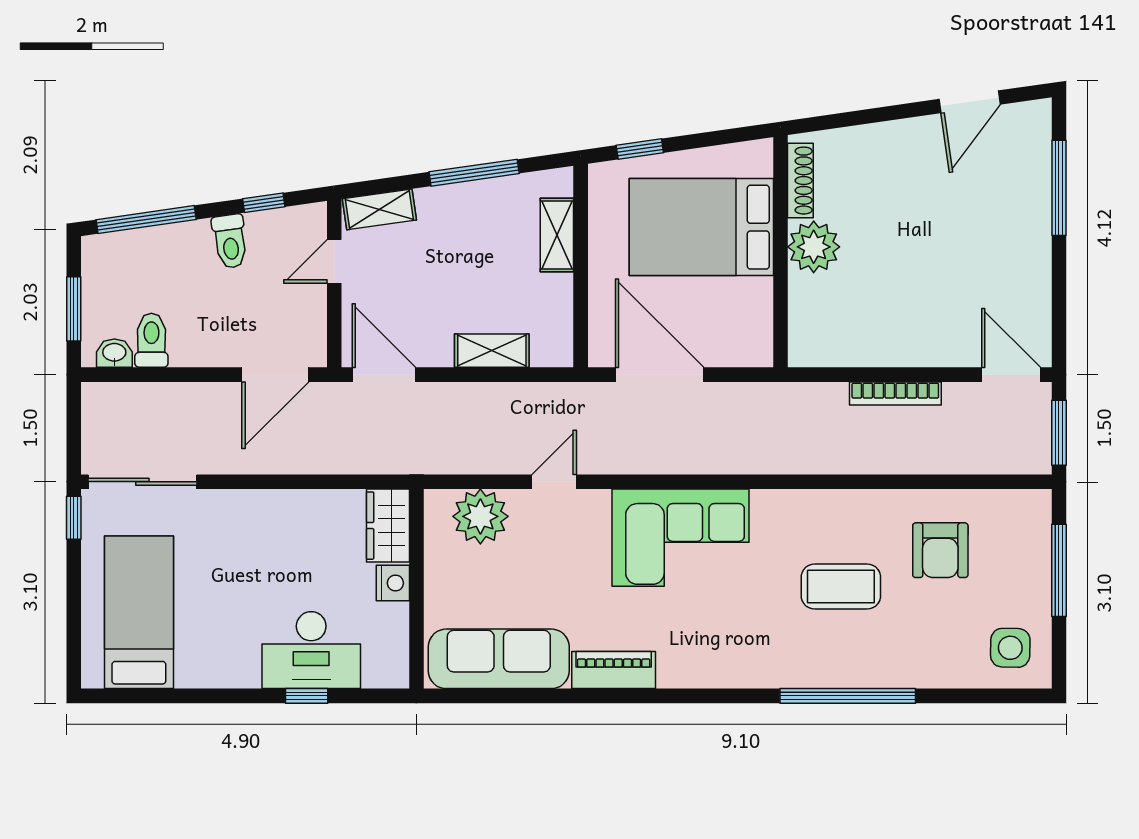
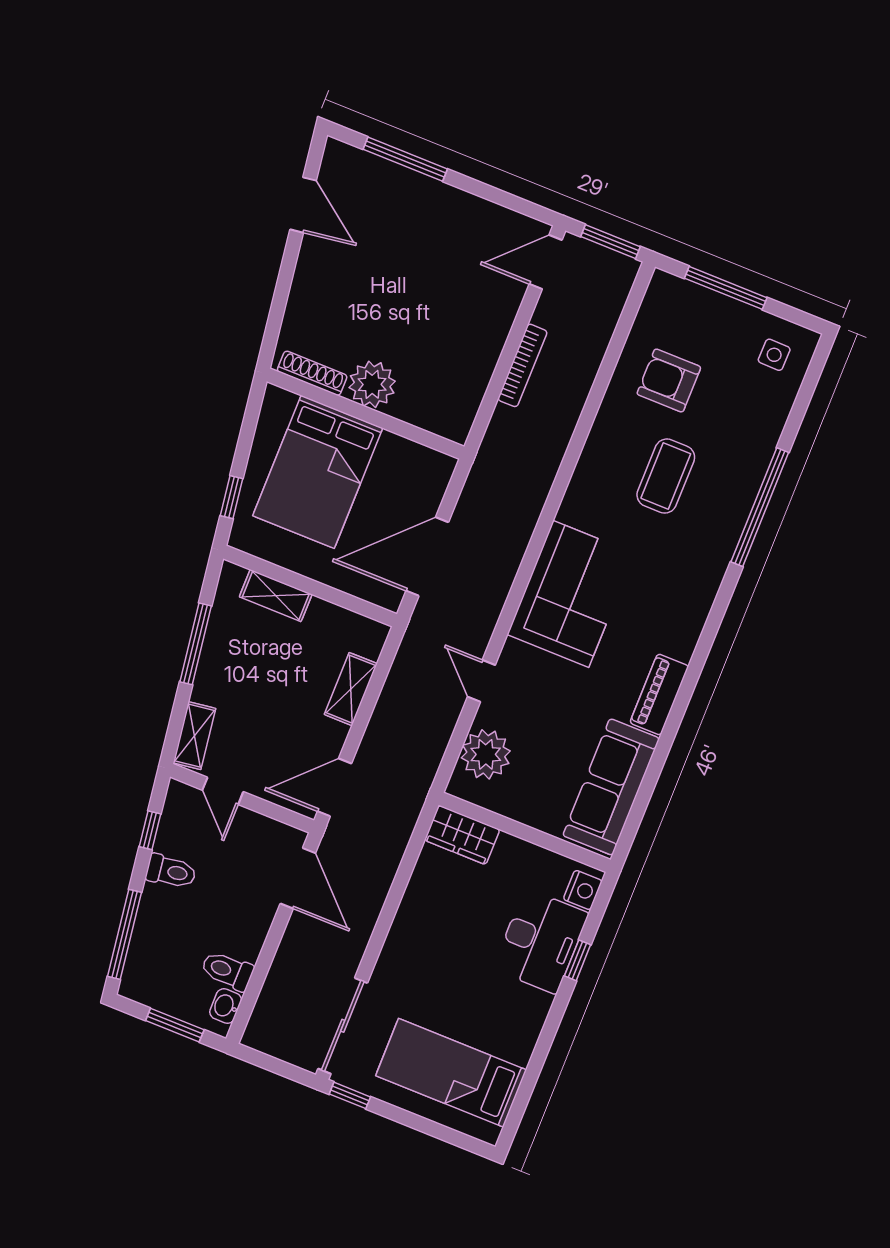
armchair: (940, 550) -> (669, 380), turned 180
nightstand: (393, 583) -> (583, 890), moved, turned 90
side table: (1010, 648) -> (774, 355), width x0.73, depth x0.73

